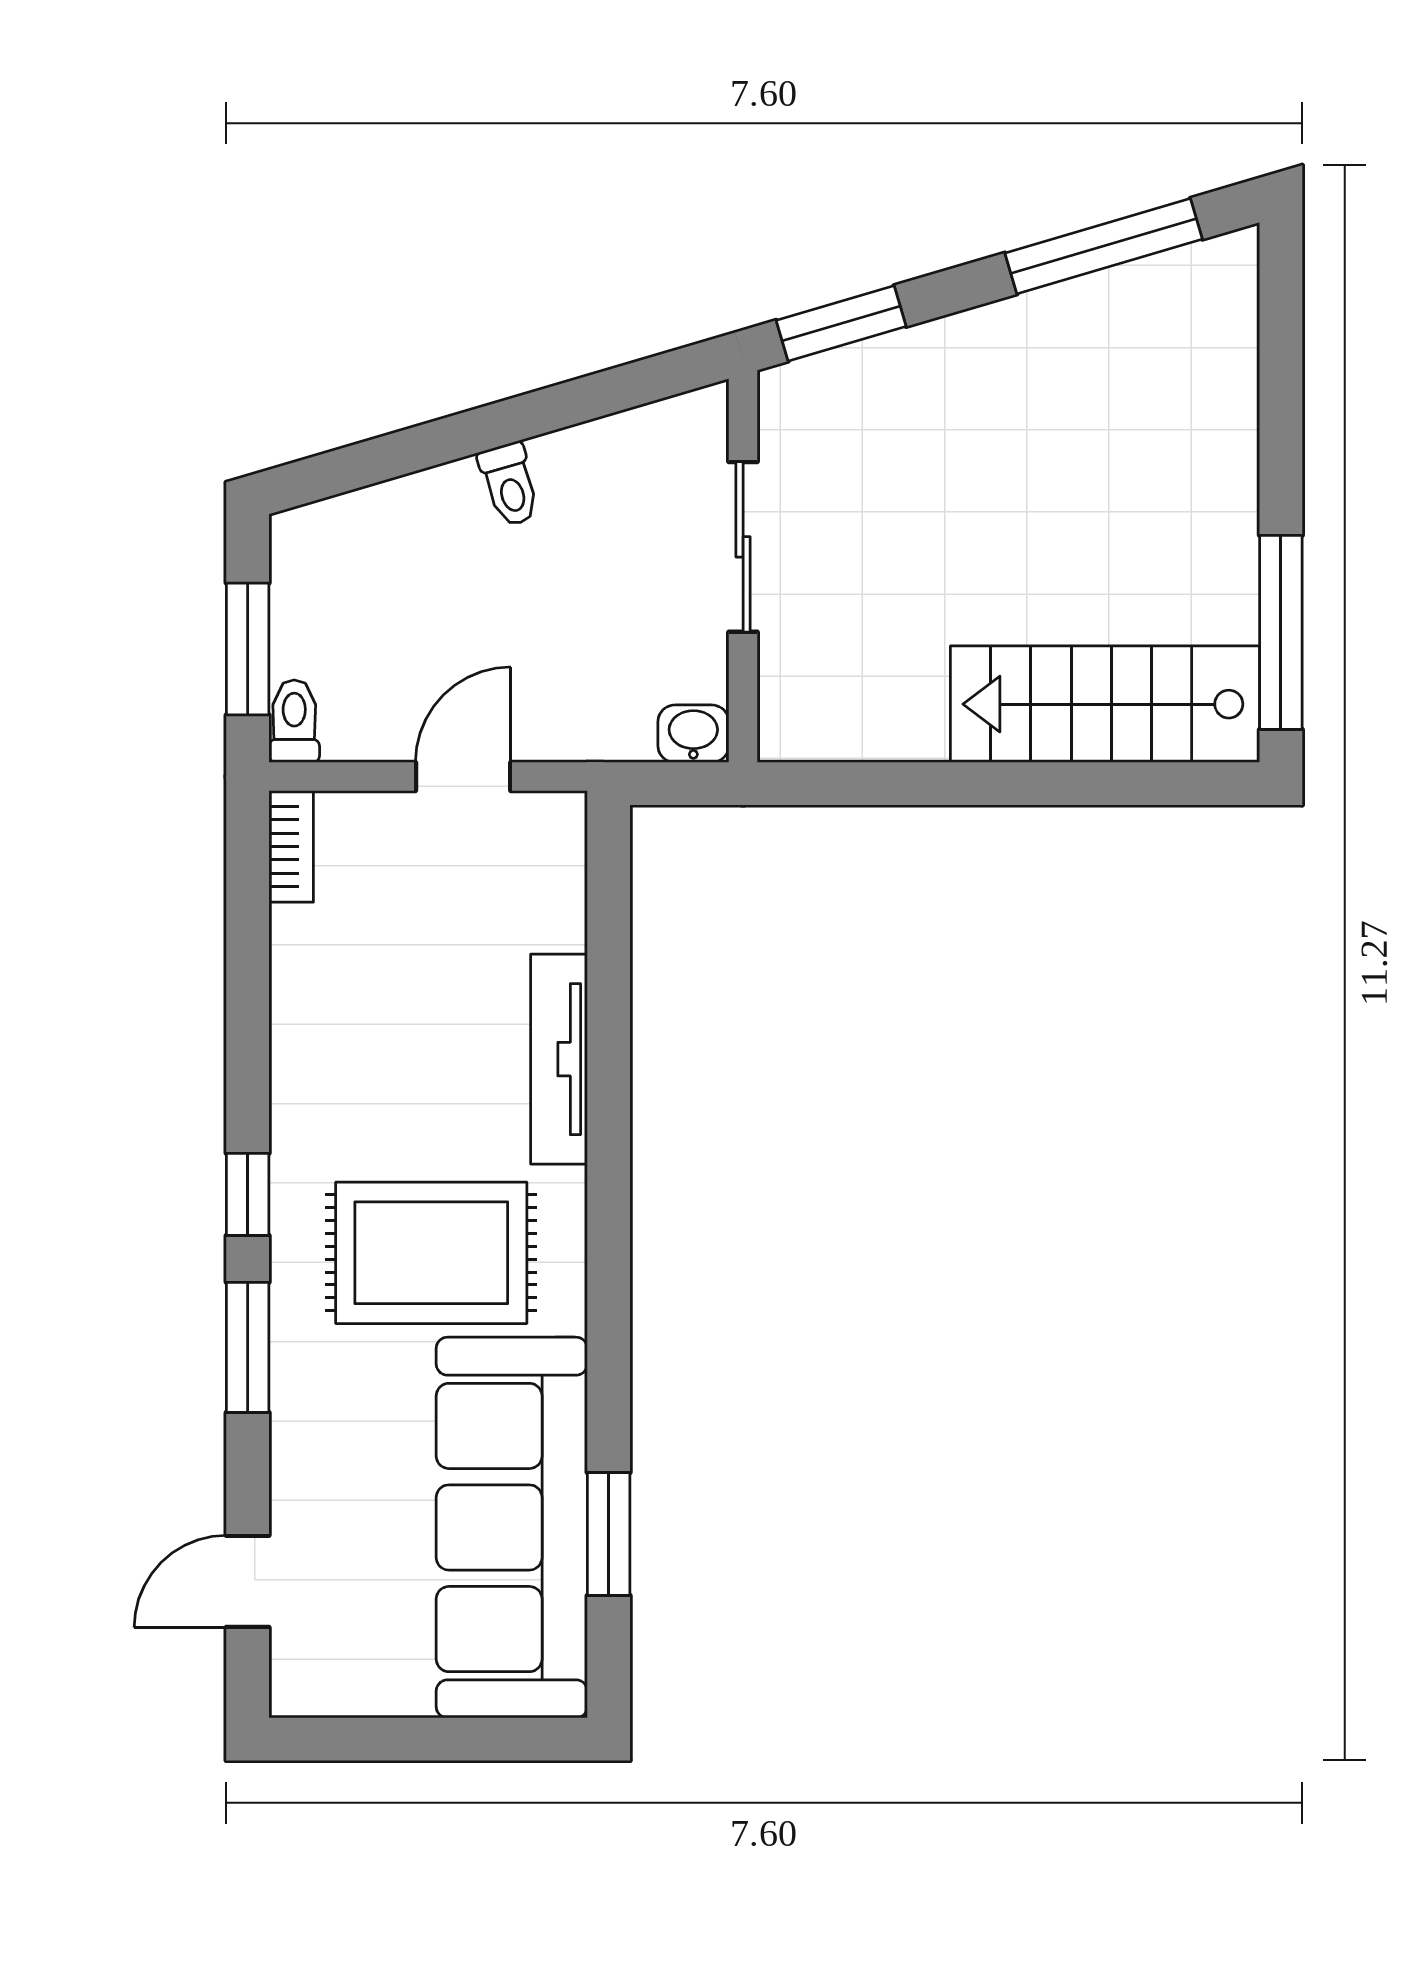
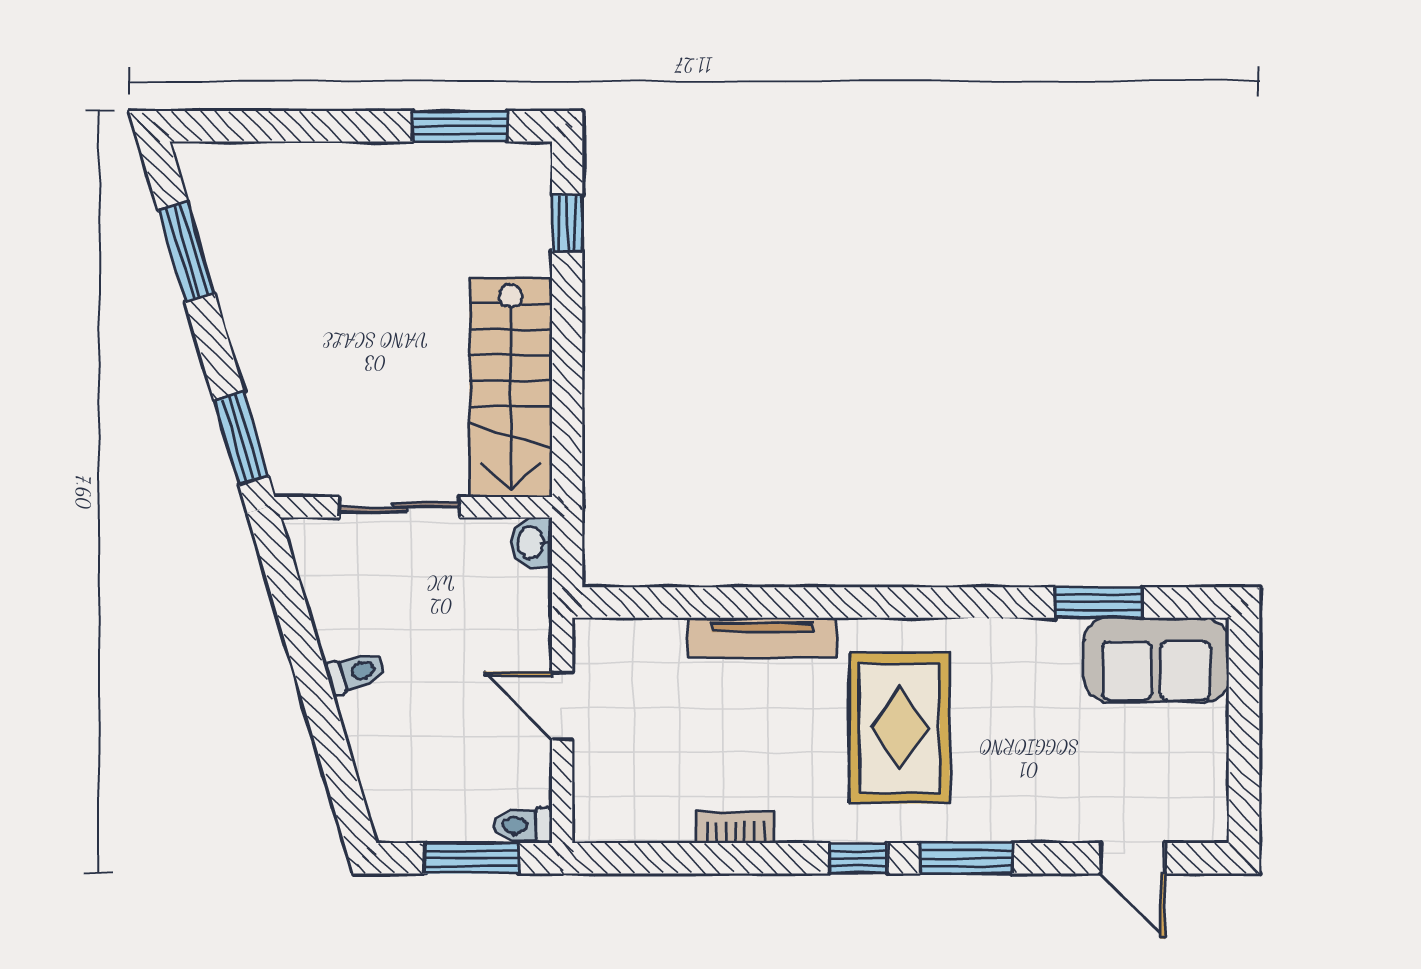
window: (1104, 246) -> (186, 252), width x0.69
window: (1281, 632) -> (460, 126), width x0.69
stairs: (1105, 704) -> (511, 388), moved
window: (1144, 784) -> (567, 223), added
bookcase: (291, 846) -> (735, 827), moved
sofa: (512, 1527) -> (1156, 660), width x0.54, depth x0.79

